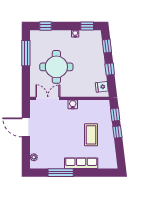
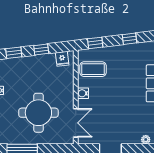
double door: (48, 98) -> (76, 123), swing flipped
window: (117, 132) -> (129, 39), moved
coffee table: (91, 135) -> (93, 69), moved

